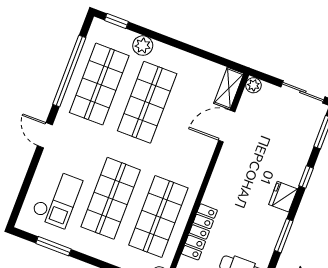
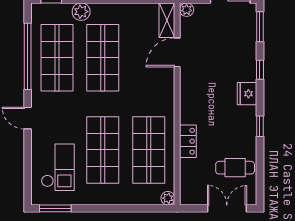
locker: (199, 232) -> (188, 141), width x0.66
window: (284, 236) -> (260, 126), width x0.67
window: (53, 246) -> (55, 208), moved

